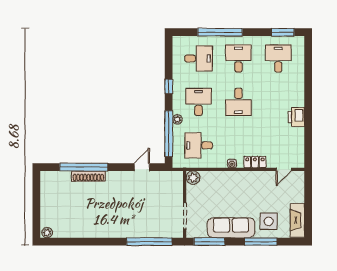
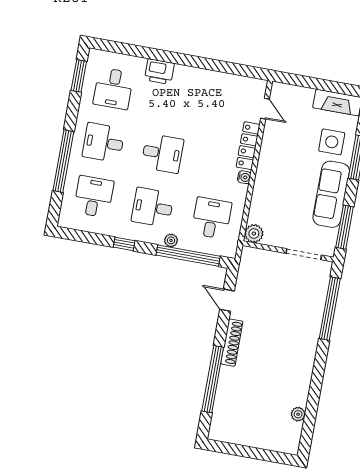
desk: (278, 58) -> (113, 89), turned -90
printer: (296, 117) -> (159, 72), moved
desk: (199, 145) -> (212, 218), turned 180
locker: (255, 162) -> (248, 146), width x1.53
shoe rack: (88, 176) -> (232, 343), moved
plant: (47, 233) -> (298, 414), moved

